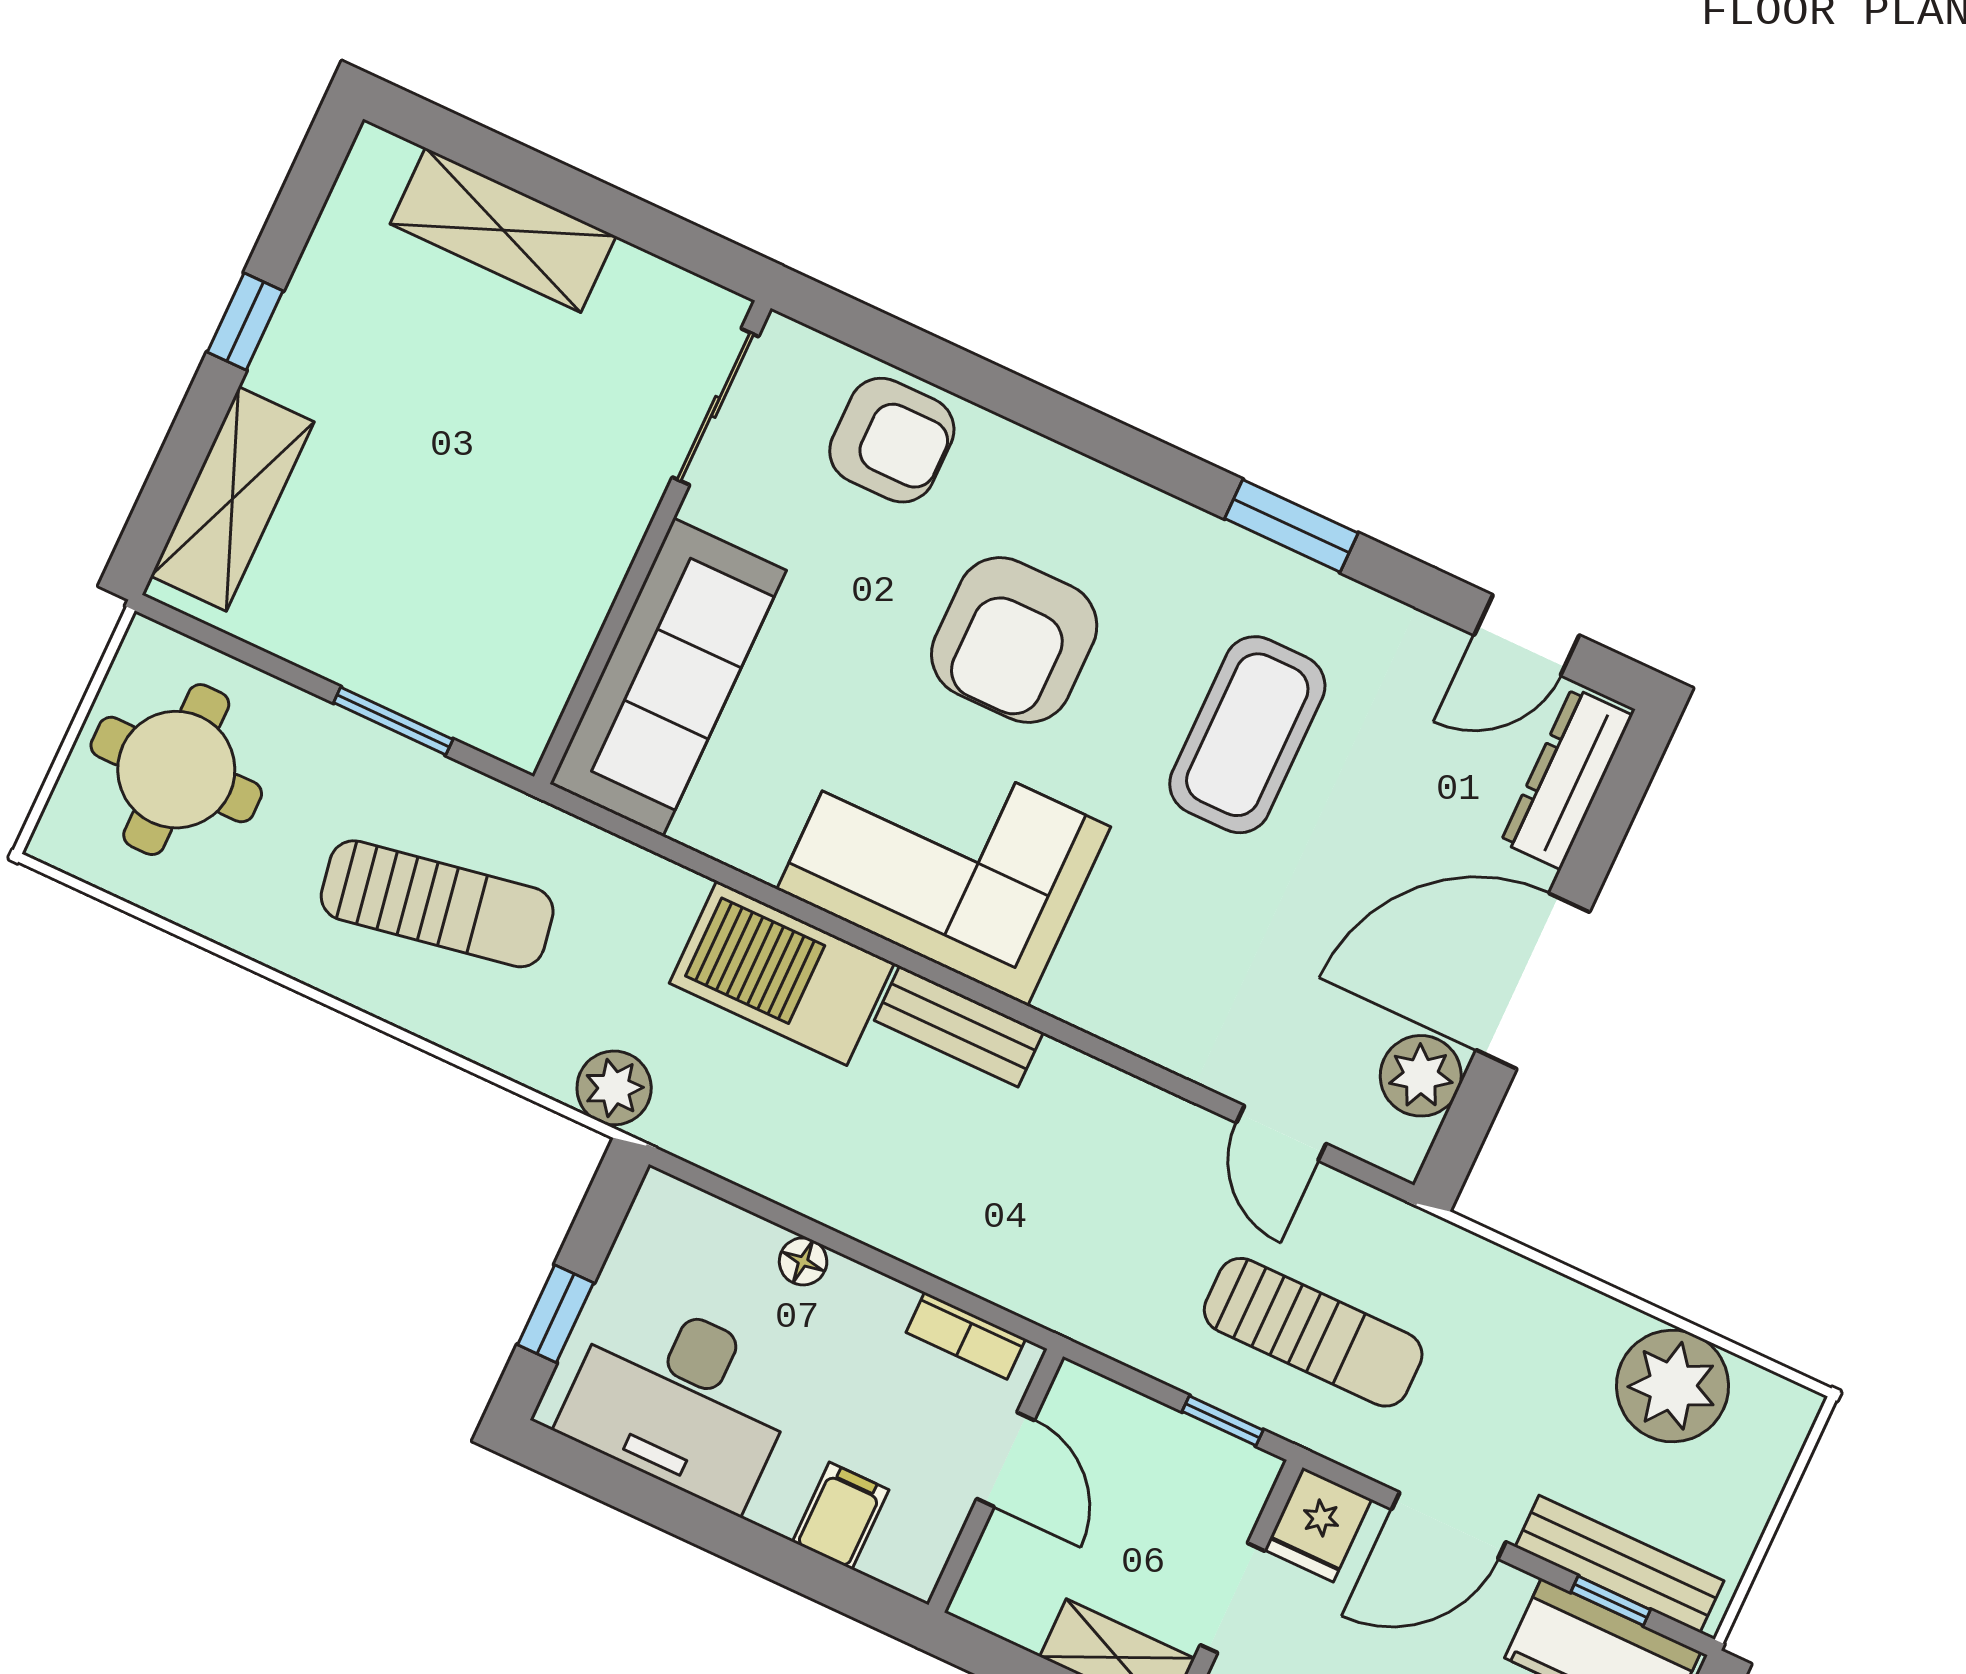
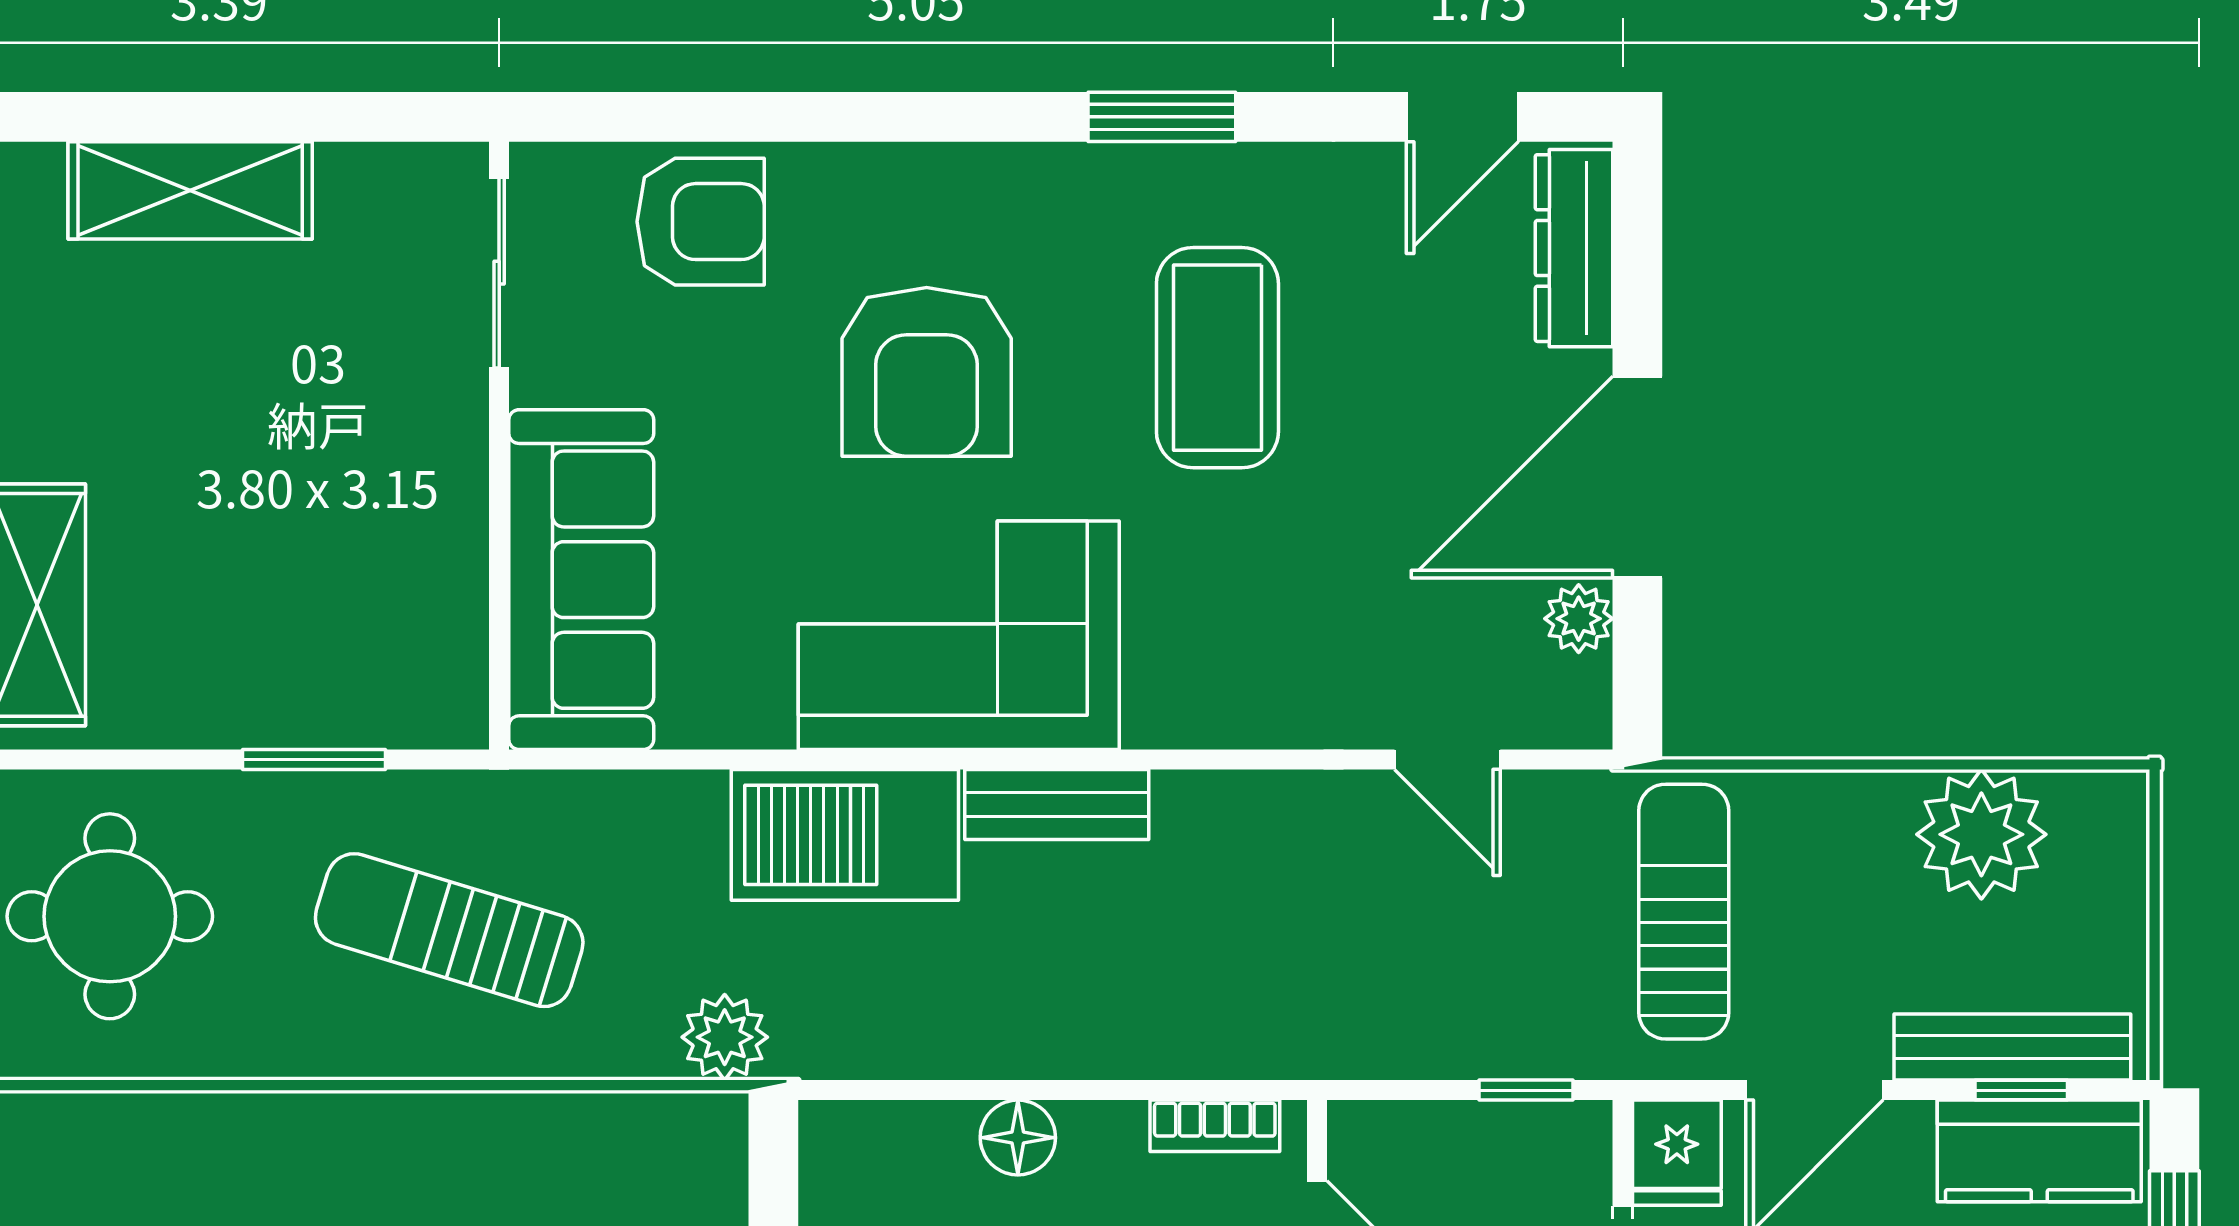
sun lounger: (437, 904) -> (449, 930), turned -153
plant: (1421, 1076) -> (1579, 619), width x0.73, depth x0.73
floor lamp: (803, 1261) -> (1018, 1138), width x1.37, depth x1.37
sun lounger: (1313, 1332) -> (1684, 912), moved, turned -90

